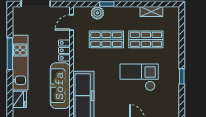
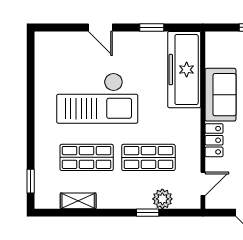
window: (182, 76) -> (31, 181), moved
checkout: (139, 77) -> (97, 98), width x1.36, depth x1.21
sofa: (60, 86) -> (221, 95), width x0.73

